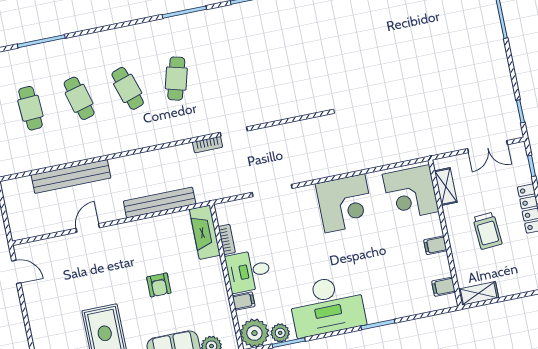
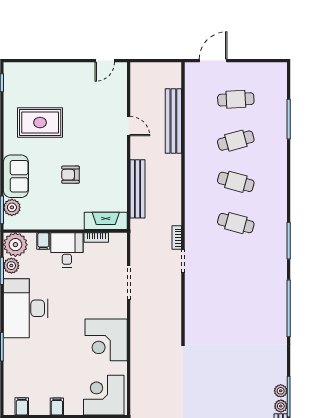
cafe table: (128, 88) -> (236, 182), turned 33

